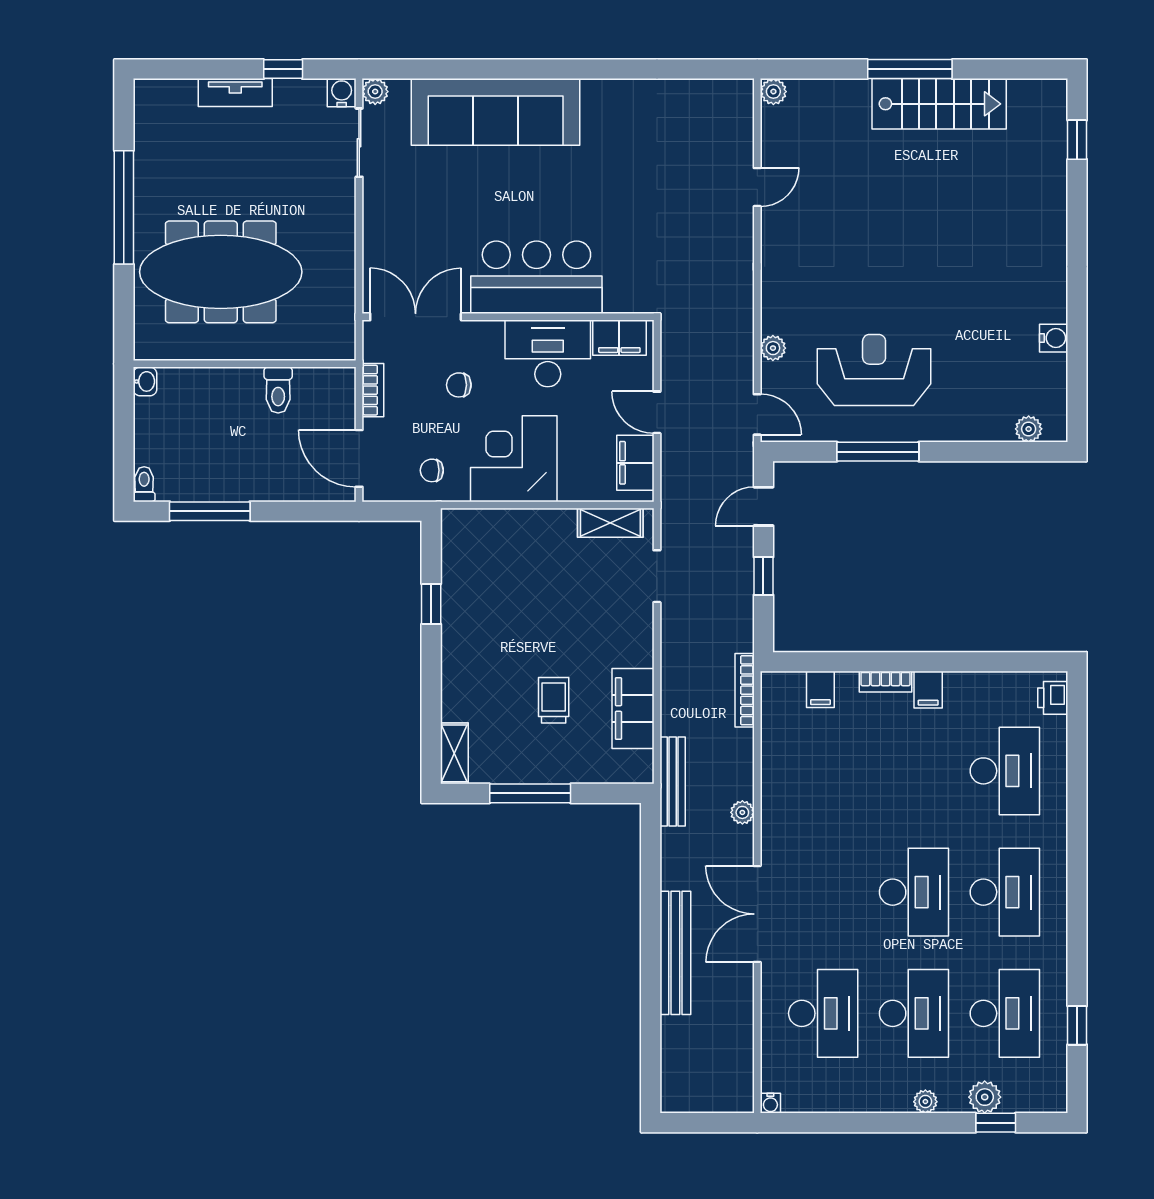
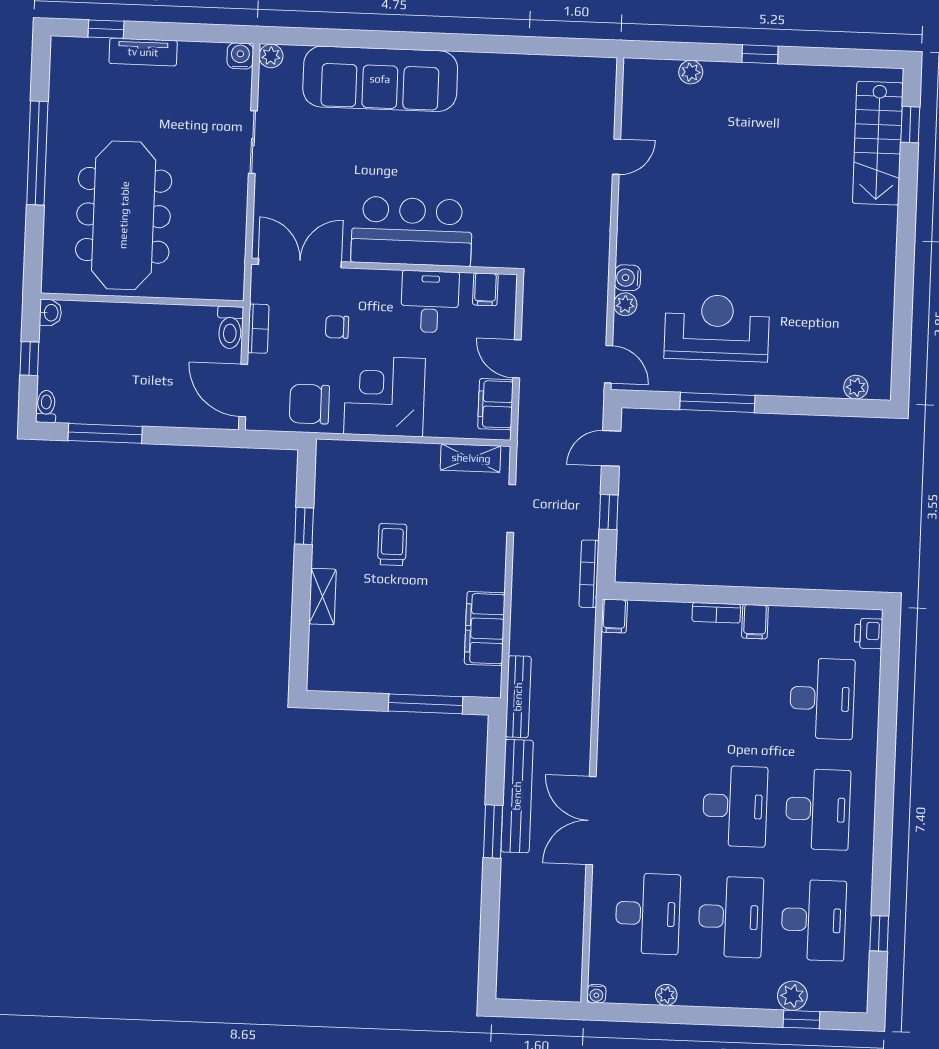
window: (283, 69) -> (106, 29), moved
window: (910, 69) -> (760, 54), width x0.46
plant: (773, 92) -> (691, 72), moved
stairs: (939, 104) -> (878, 143), moved, turned 90
sliding door: (359, 143) -> (253, 142), moved
meeting table: (221, 272) -> (124, 215), turned 90
filing cabinet: (619, 338) -> (485, 289), width x0.50
water cooler: (1054, 338) -> (628, 278), moved, turned 180
desk: (548, 353) -> (430, 302), width x0.73
toilet: (278, 390) -> (230, 327), moved
window: (124, 432) -> (29, 359), added
chair: (432, 470) -> (309, 404), width x1.87, depth x1.87
filing cabinet: (820, 689) -> (614, 616), moved
bookcase: (745, 690) -> (589, 574), moved
trolley: (554, 700) -> (392, 545), moved
shelving: (454, 753) -> (323, 597), moved
window: (530, 793) -> (426, 704), moved
plant: (742, 812) -> (581, 727), removed
window: (651, 930) -> (493, 832), added
bench: (675, 953) -> (517, 796), moved
plant: (925, 1102) -> (666, 995), moved

